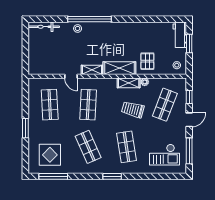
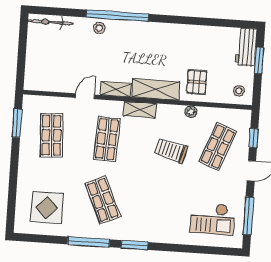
door: (71, 76) -> (85, 96), swing flipped
shelving: (129, 83) -> (140, 110), moved
window: (25, 128) -> (17, 123), moved
shop shelf: (126, 147) -> (158, 204), removed
window: (53, 176) -> (89, 242), moved

